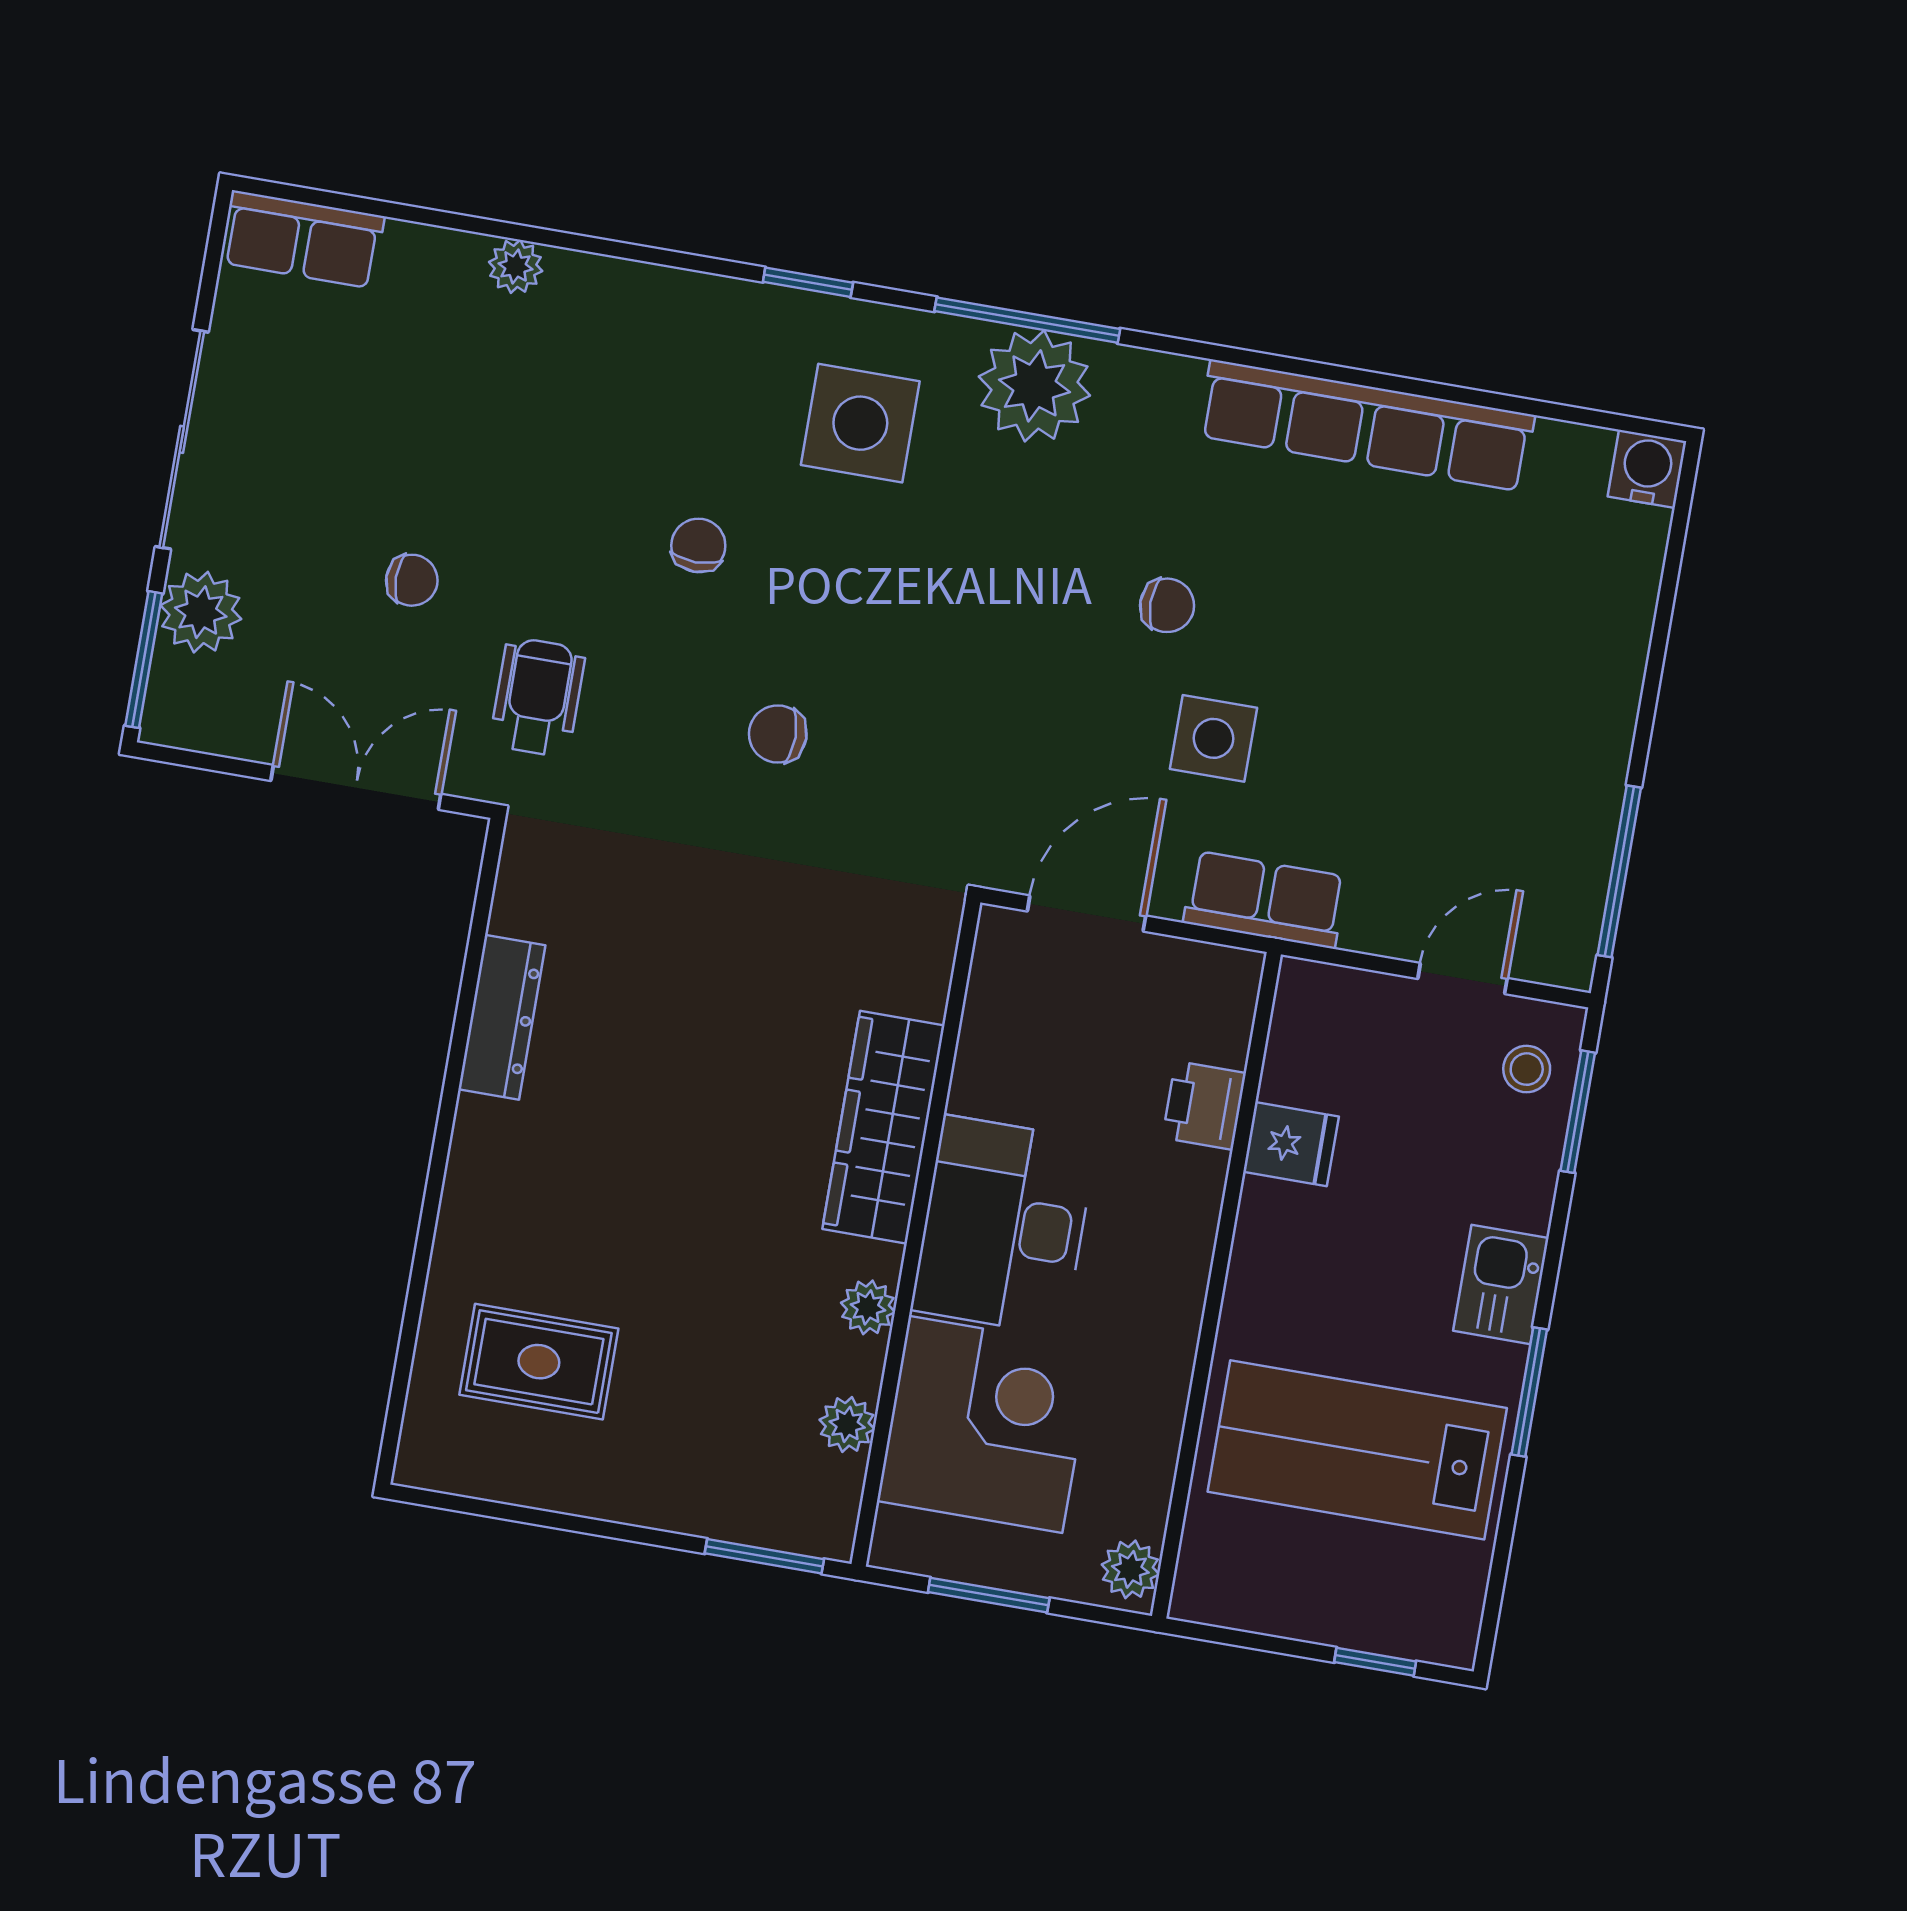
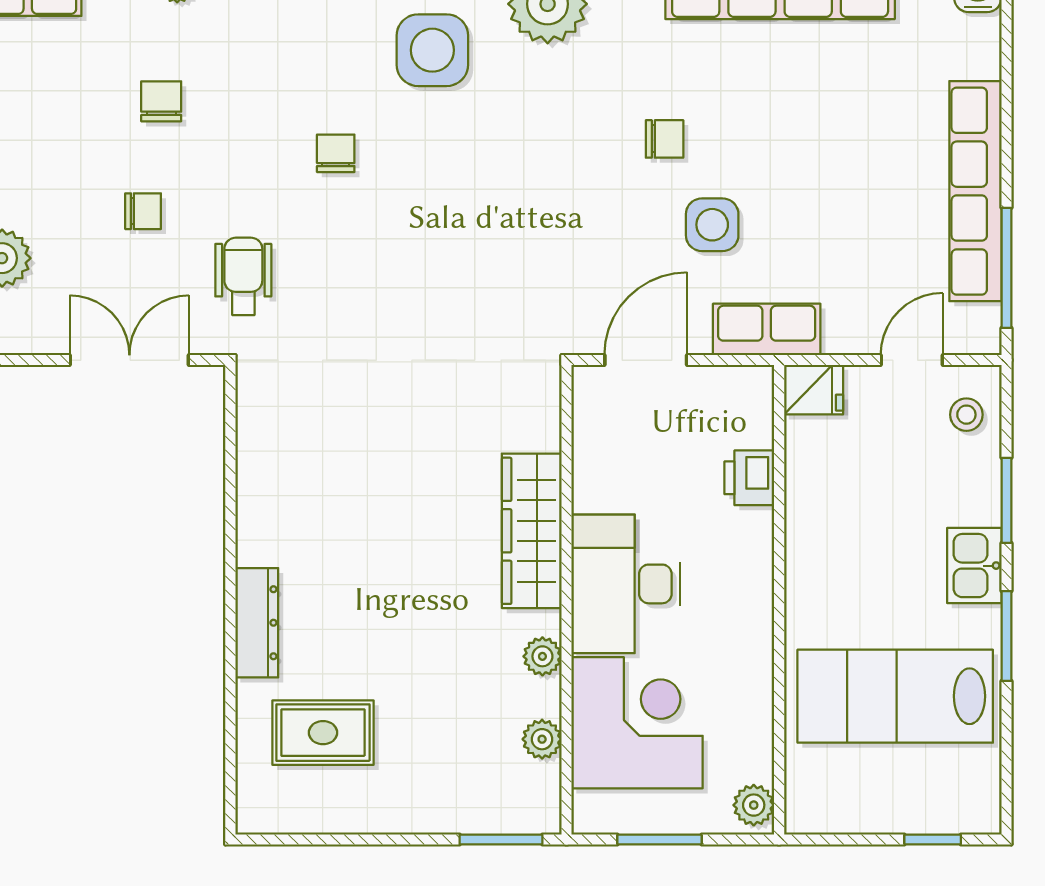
chair: (778, 734) -> (161, 101), moved, turned 90
row of seats: (1594, 755) -> (975, 191), added
dresser: (502, 1017) -> (257, 623), moved
window: (1578, 1112) -> (1006, 500), moved
fridge: (1291, 1144) -> (814, 390), moved

